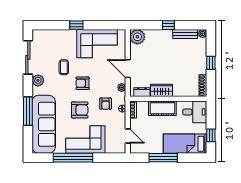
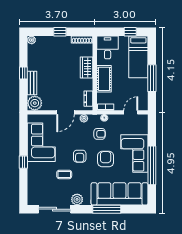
bench: (185, 34) -> (32, 83), moved
wardrobe: (162, 90) -> (87, 68), moved

